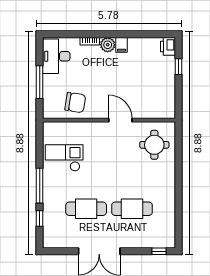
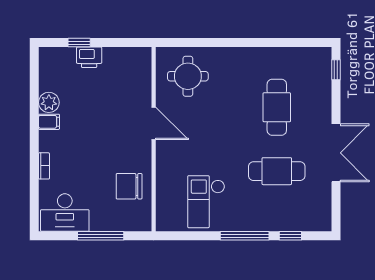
plant: (108, 45) -> (49, 102), moved
printer: (168, 46) -> (89, 57), moved
chair: (75, 103) -> (129, 186), turned -99
door: (120, 120) -> (154, 123), swing flipped
cafe table: (86, 209) -> (277, 171), turned 90

